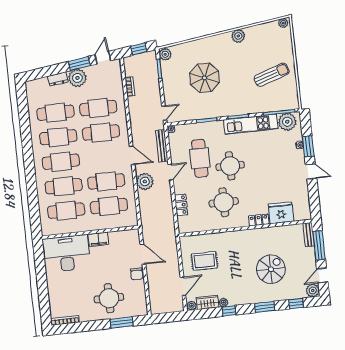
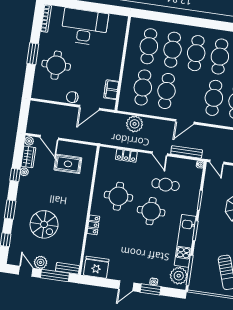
cafe table: (200, 158) -> (166, 185), width x0.73, depth x0.74
plant: (145, 181) -> (135, 124), moved
fridge: (281, 213) -> (96, 267), moved, turned -90
filing cabinet: (98, 239) -> (111, 90), moved
desk: (66, 253) -> (85, 27), moved, turned -90
rug: (204, 261) -> (68, 164), turned 90
plant: (313, 291) -> (41, 262), moved
window: (122, 323) -> (33, 54), moved

